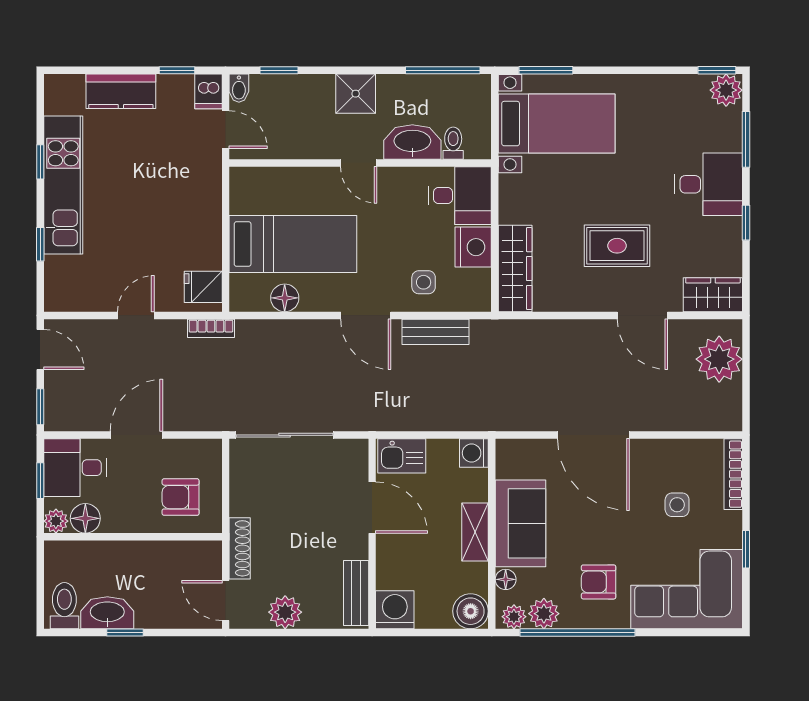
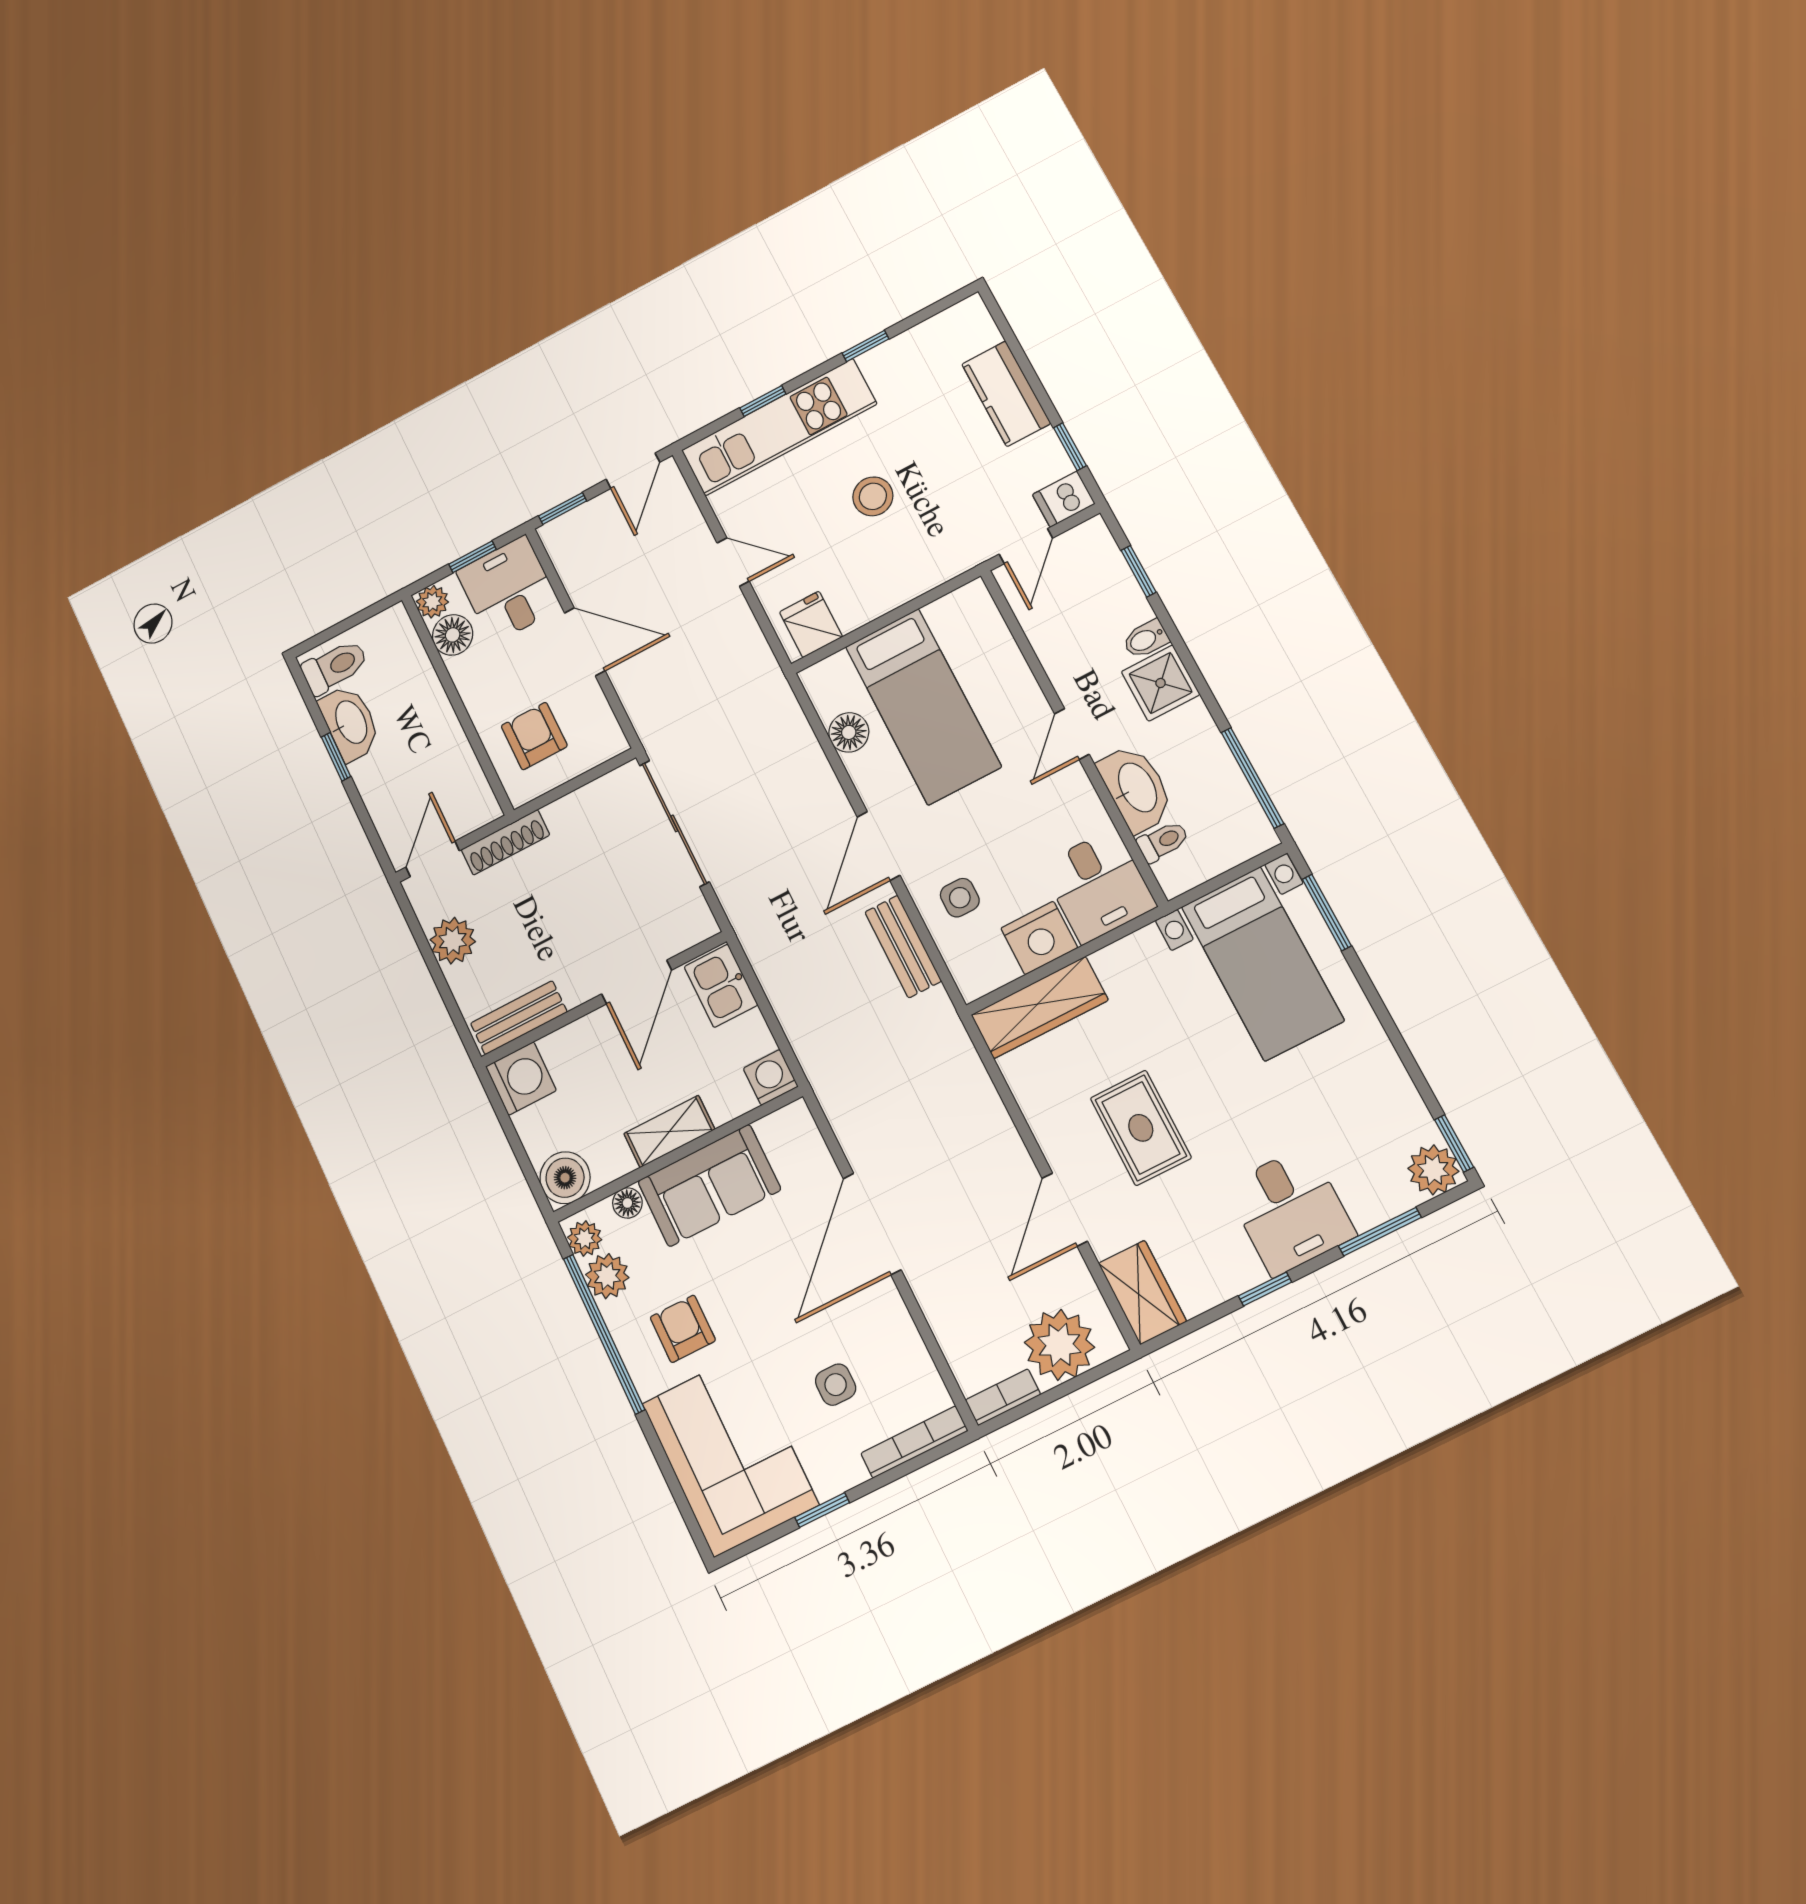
bidet: (239, 88) -> (1146, 639), moved
kitchen unit: (63, 185) -> (779, 427), moved
stool: (142, 207) -> (873, 496), added
bookcase: (211, 328) -> (1003, 1397), moved, turned 90

